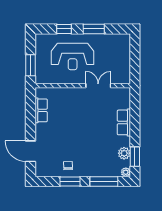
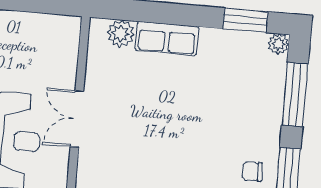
double door: (98, 86) -> (77, 119), moved
plant: (124, 153) -> (121, 33), moved

